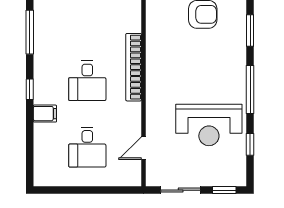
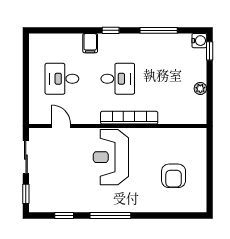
window: (250, 30) -> (160, 216), removed
desk: (87, 81) -> (118, 79), turned 180
reception desk: (209, 125) -> (111, 157), moved

